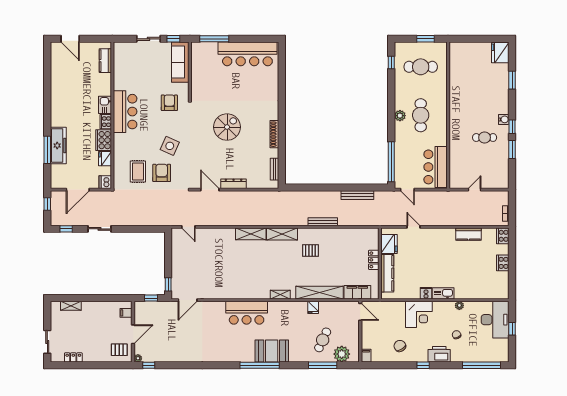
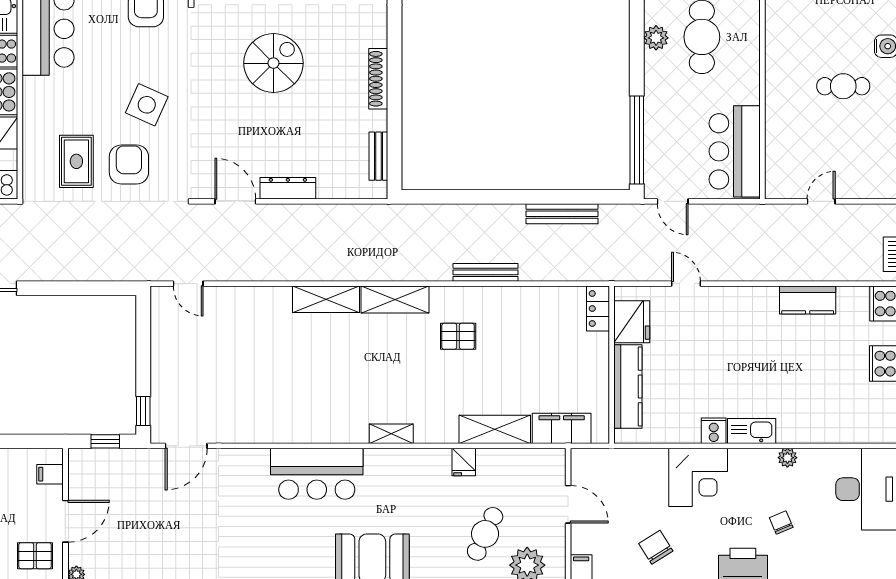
locker: (374, 260) -> (598, 309), moved
shelving: (320, 293) -> (495, 429), width x0.68
door: (360, 312) -> (568, 504), moved

